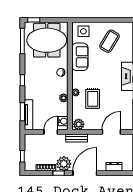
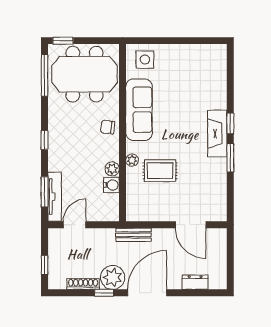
coffee table: (109, 41) -> (188, 76), removed
sofa: (80, 57) -> (139, 110), width x1.36
rug: (93, 99) -> (160, 171), turned 90
water cooler: (63, 121) -> (111, 185), moved
plant: (79, 124) -> (137, 212), removed
door: (51, 132) -> (75, 225), moved
door: (111, 132) -> (191, 225), swing flipped

